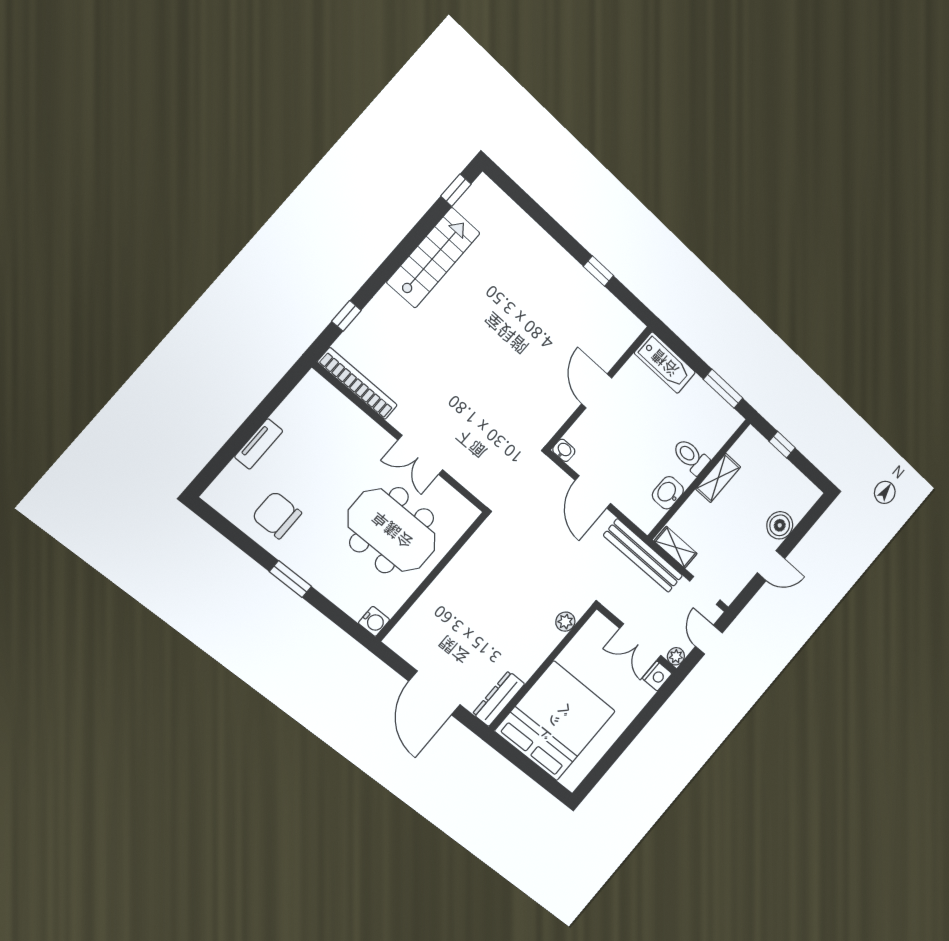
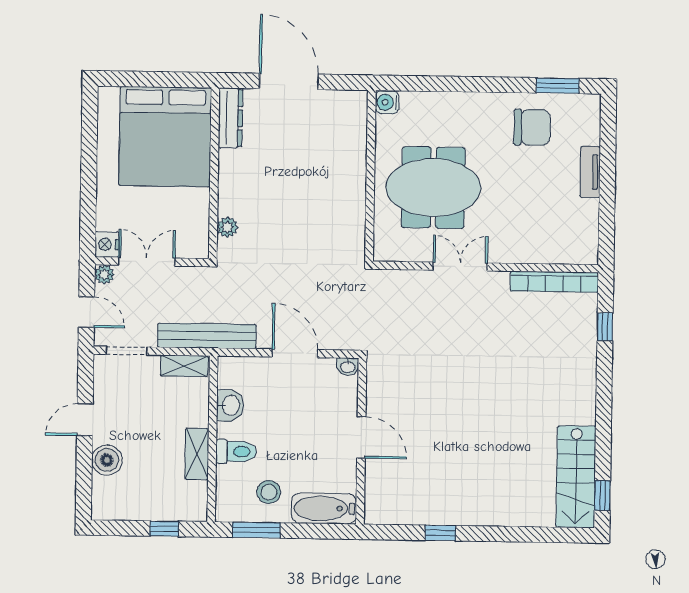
stairs: (433, 258) -> (576, 477), moved
stool: (693, 408) -> (269, 492), added
window: (290, 579) -> (558, 86), moved

